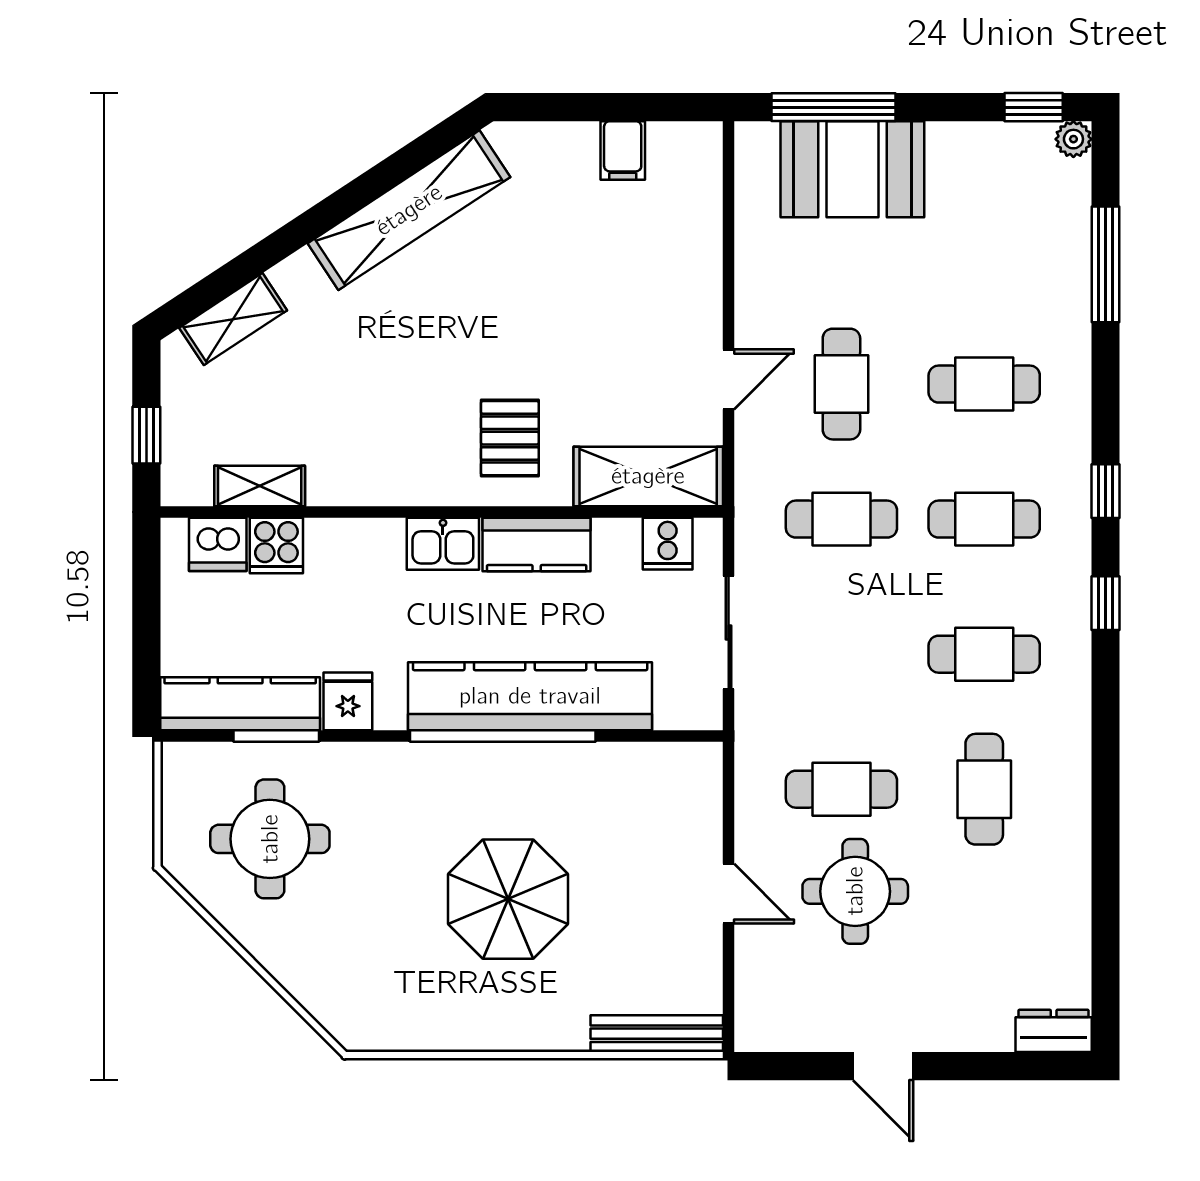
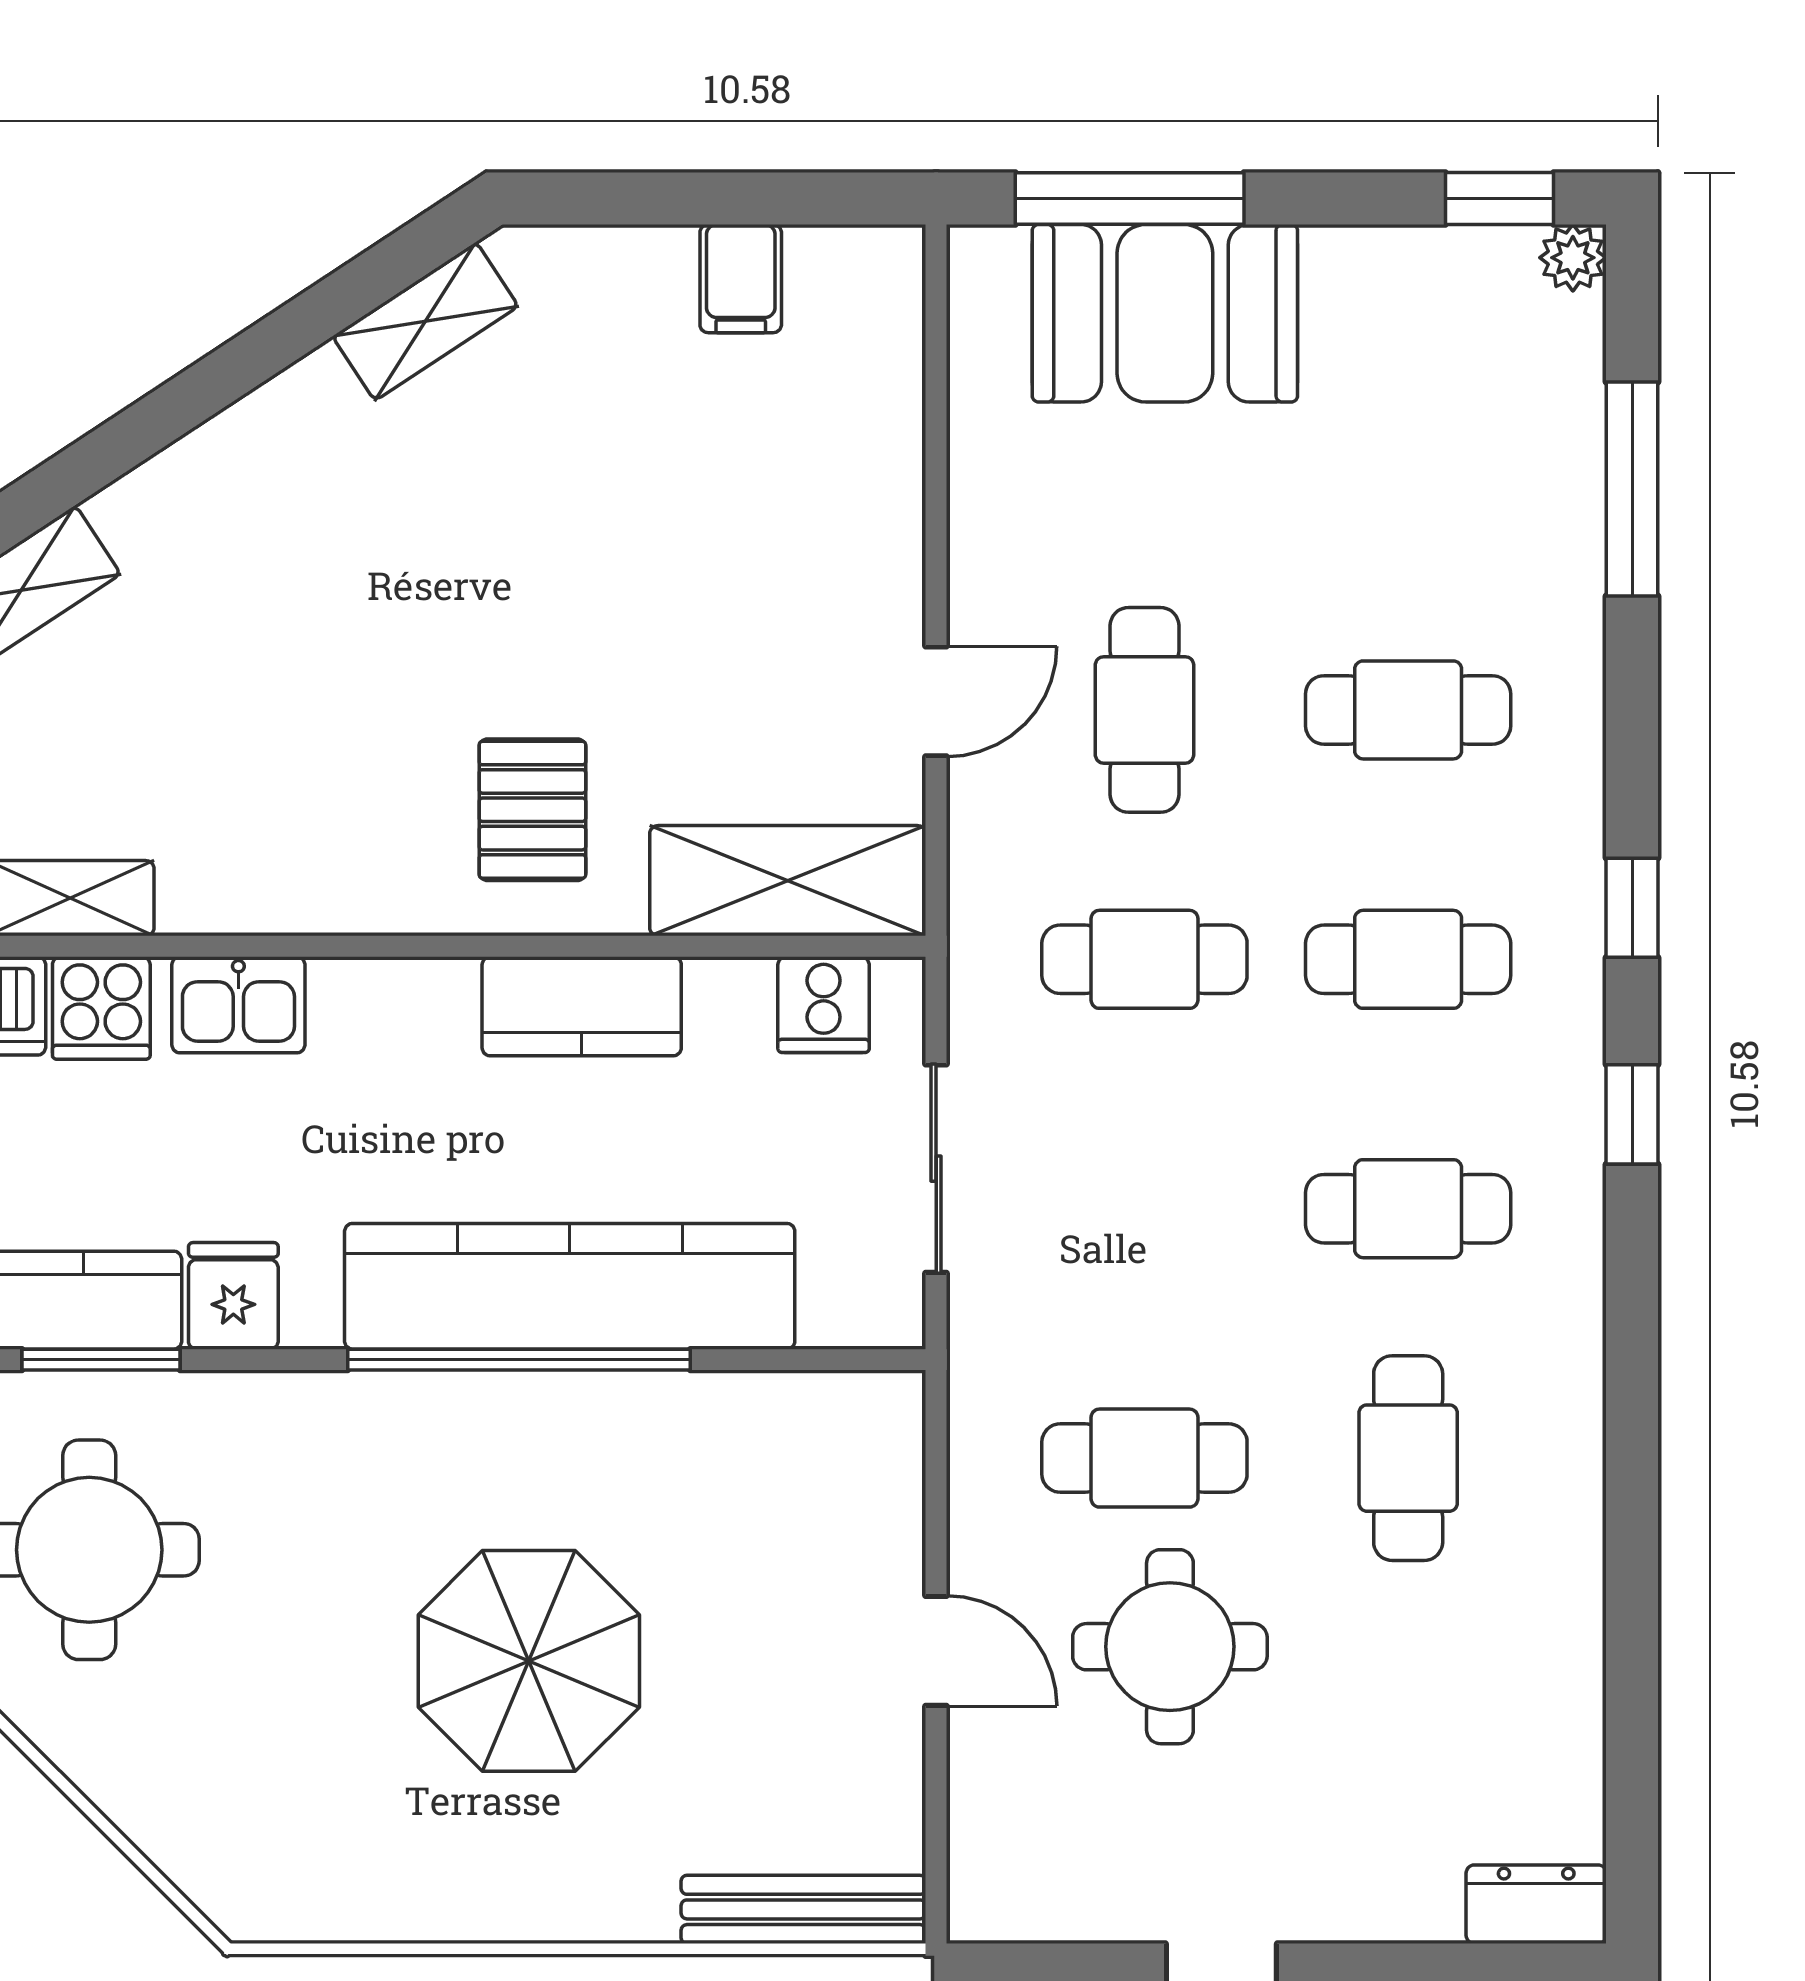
shelving: (409, 210) -> (425, 321), width x0.45, depth x0.75
kitchen sink: (443, 544) -> (238, 1005), moved

